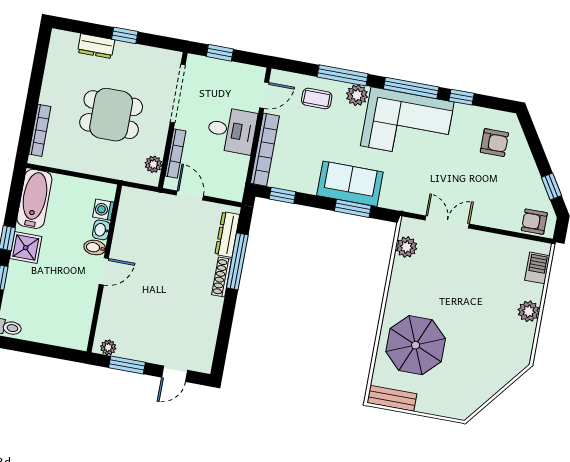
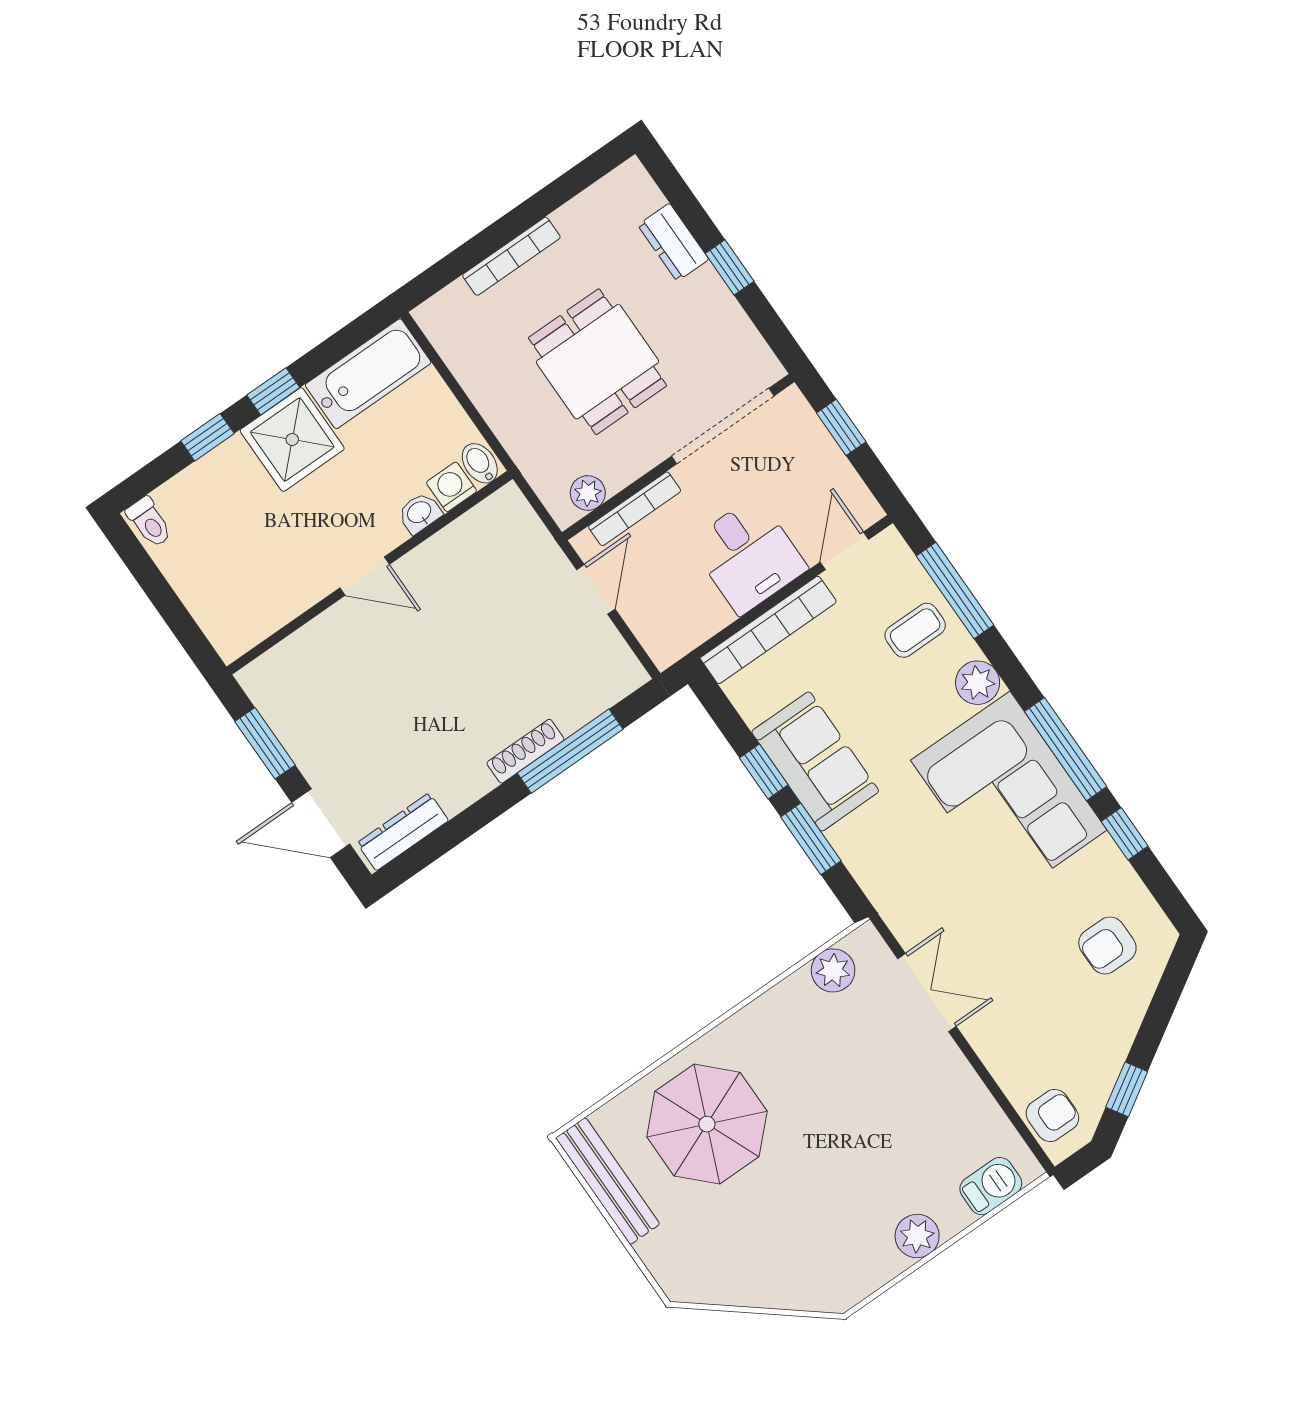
window: (343, 75) -> (955, 591), moved
door: (264, 95) -> (844, 551), swing flipped
coffee table: (317, 98) -> (915, 630), turned 90
bookcase: (40, 130) -> (511, 256), moved
armchair: (494, 143) -> (1107, 945), turned 90
sofa: (350, 184) -> (815, 761), moved
window: (282, 195) -> (764, 771), moved
armchair: (534, 222) -> (1052, 1115), turned 90
dresser: (227, 234) -> (403, 832), moved
shower: (26, 248) -> (292, 440), width x1.36, depth x1.36
bidet: (95, 248) -> (480, 463), moved
plant: (108, 347) -> (263, 691), removed
door: (175, 374) -> (321, 823), width x1.38
bench: (392, 398) -> (608, 1181), width x1.36

